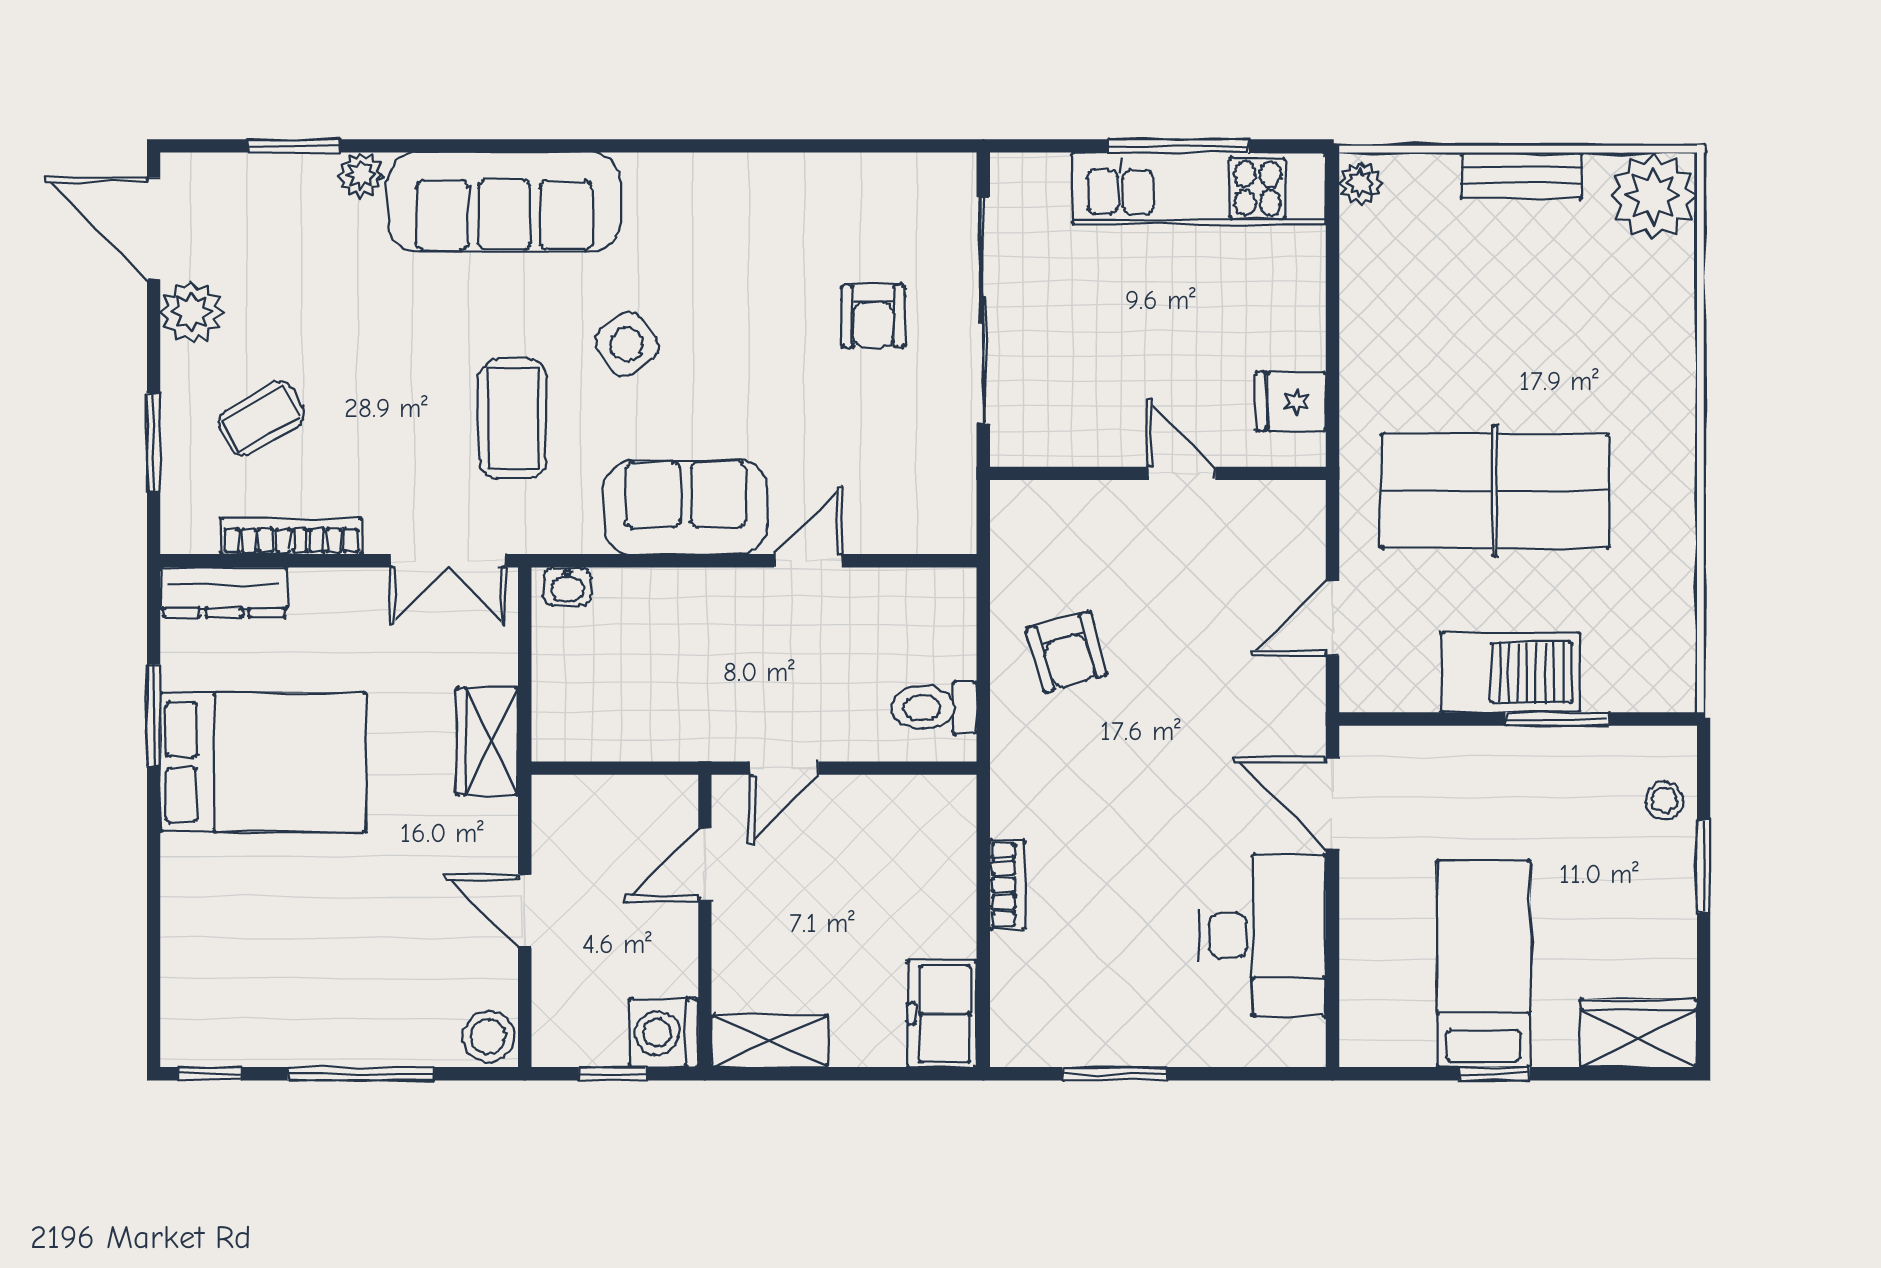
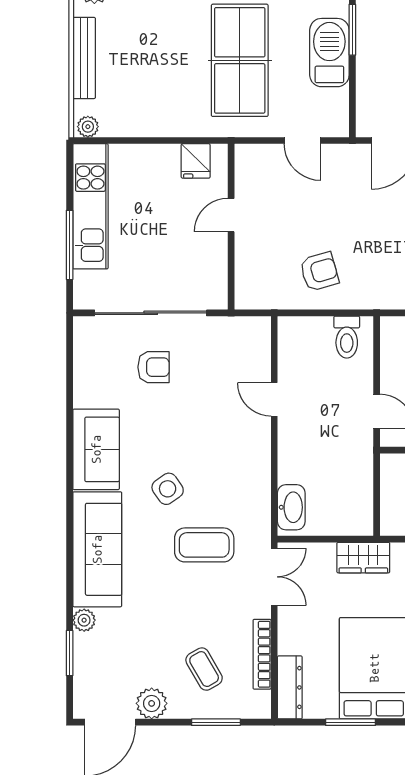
window: (1179, 146) -> (70, 245), moved
bench: (1522, 175) -> (84, 58), width x1.36
sofa: (686, 507) -> (96, 449), moved, turned 180
washbasin: (567, 587) -> (291, 507), width x1.91, depth x1.45

